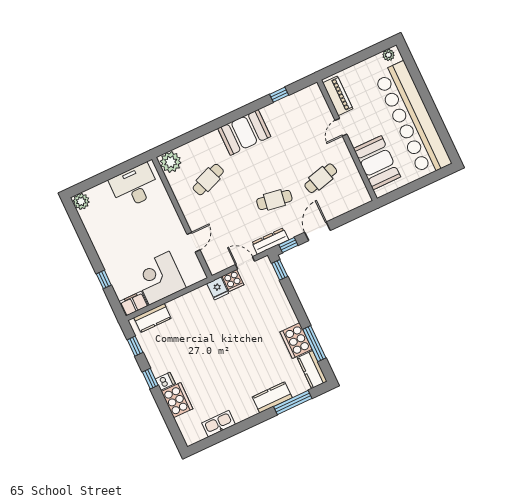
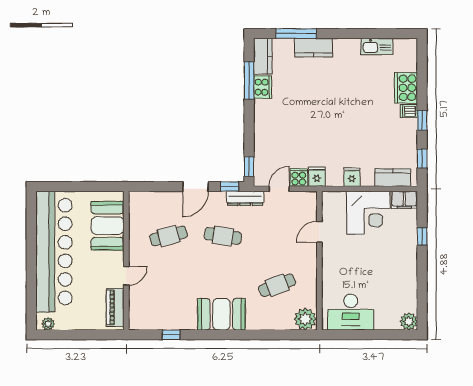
door: (245, 263) -> (279, 189), swing flipped
fridge: (188, 302) -> (352, 177), added
cooker: (296, 341) -> (263, 87), width x0.73, depth x0.76

